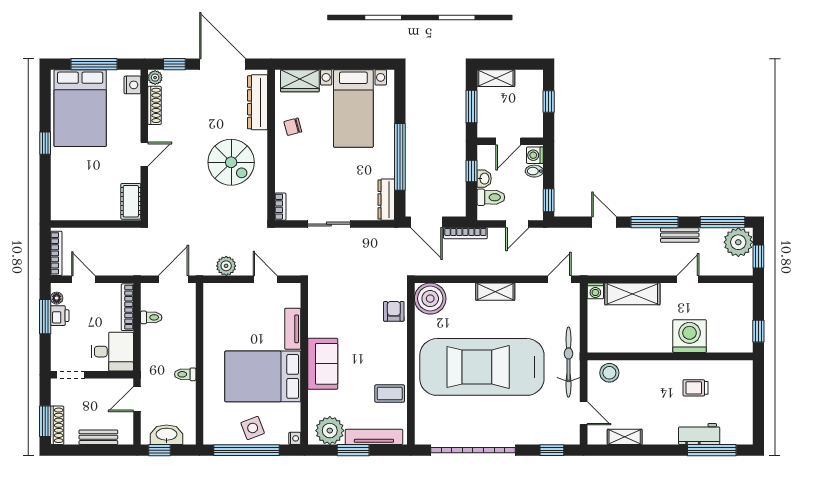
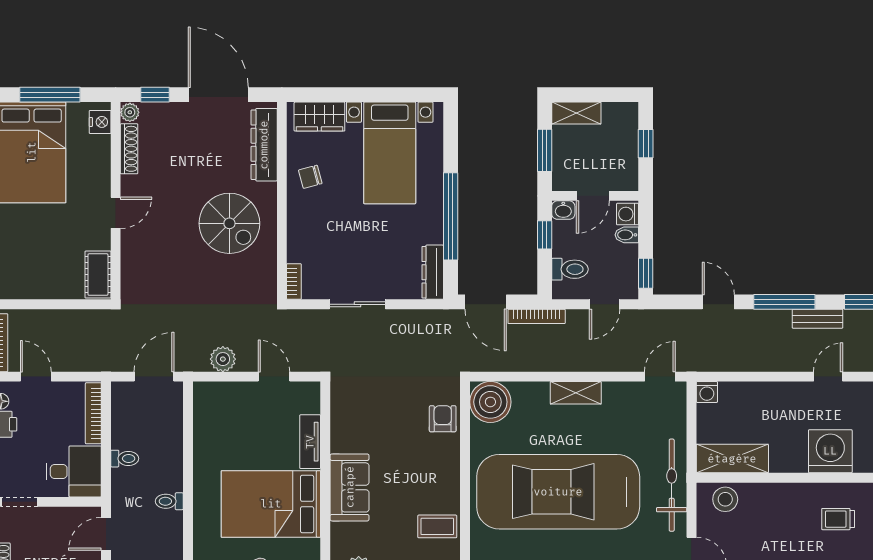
washbasin: (484, 179) -> (563, 210), moved, turned 90
shelving: (632, 294) -> (732, 459), moved
toilet: (151, 317) -> (125, 459), moved

